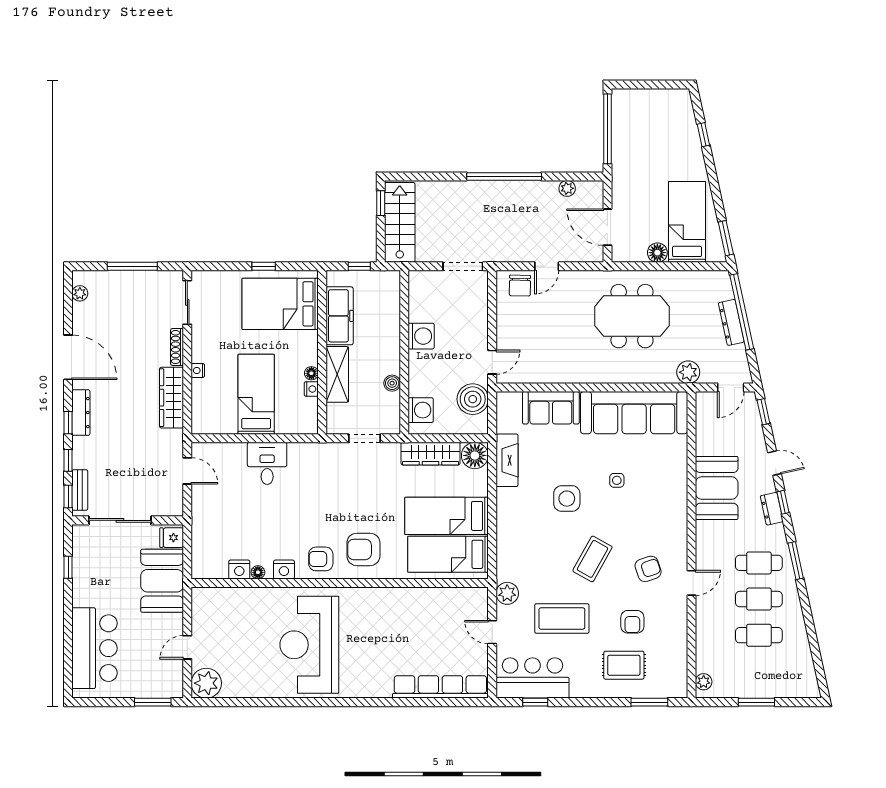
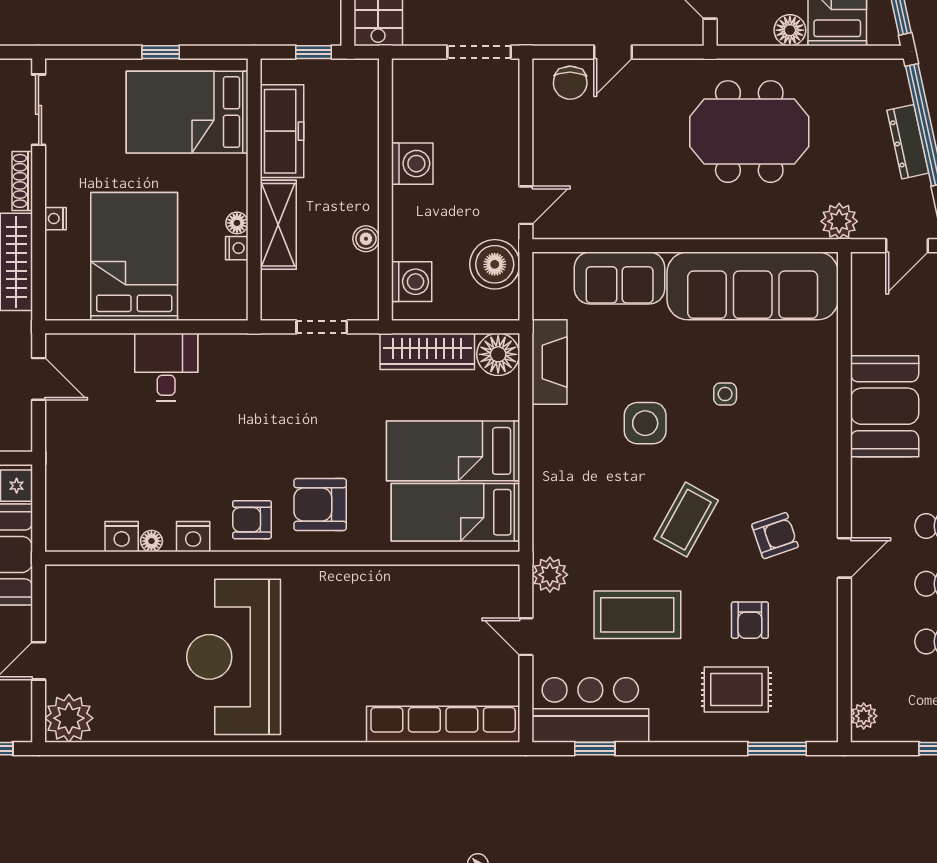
bed: (256, 394) -> (134, 257), width x1.50

